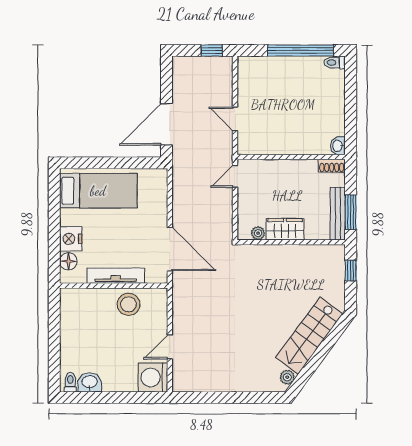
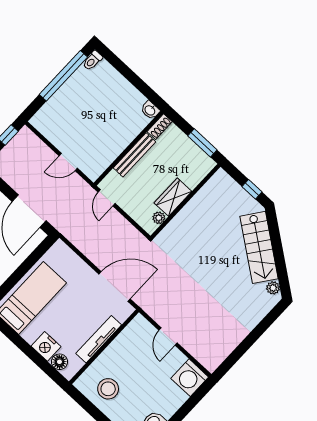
bench: (338, 214) -> (134, 155), moved, turned 90
window: (351, 271) -> (252, 189), moved
stool: (129, 304) -> (108, 389), moved
door: (170, 347) -> (168, 337), moved

